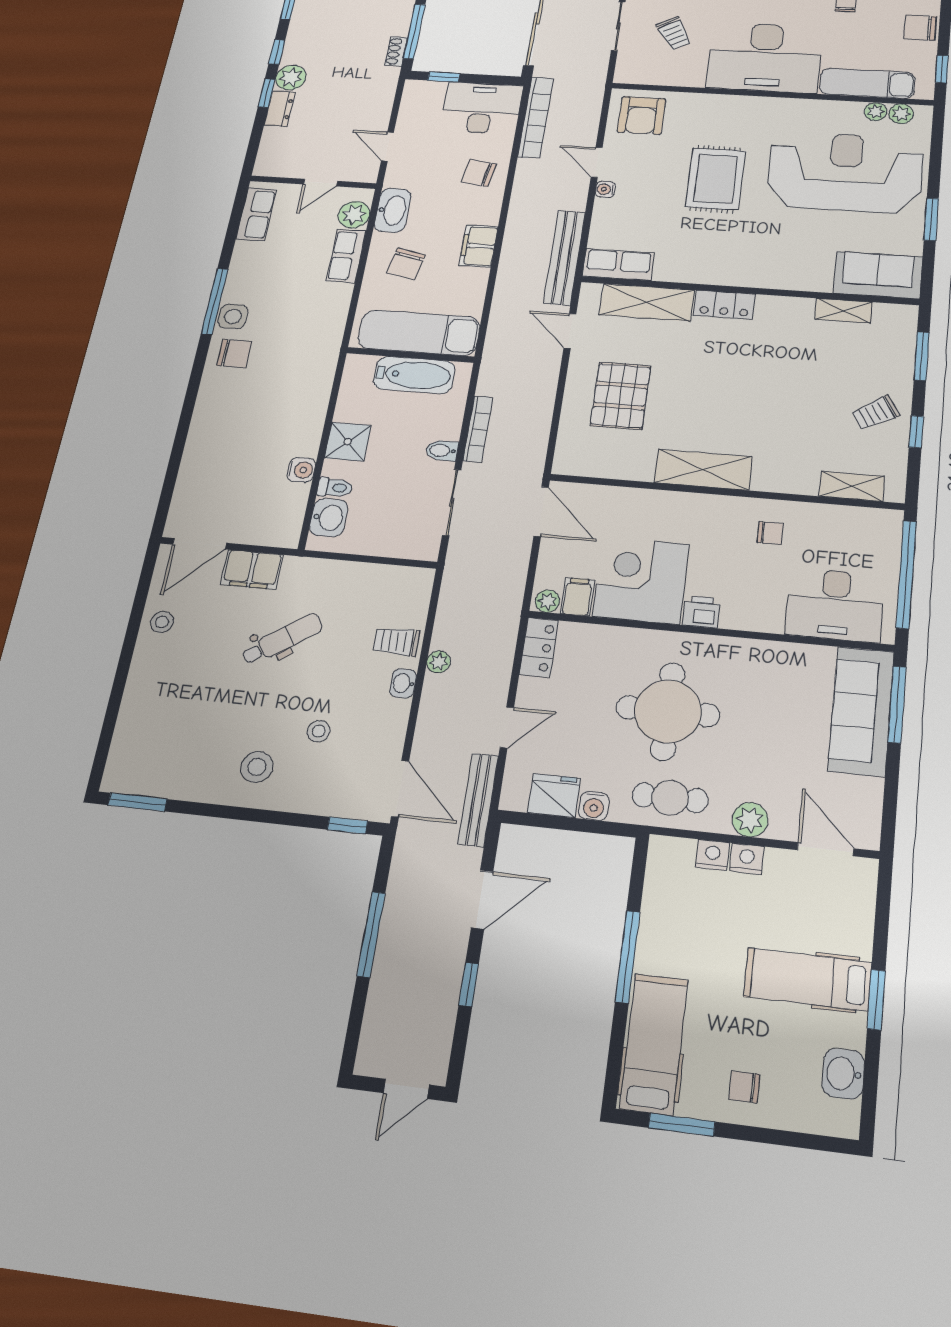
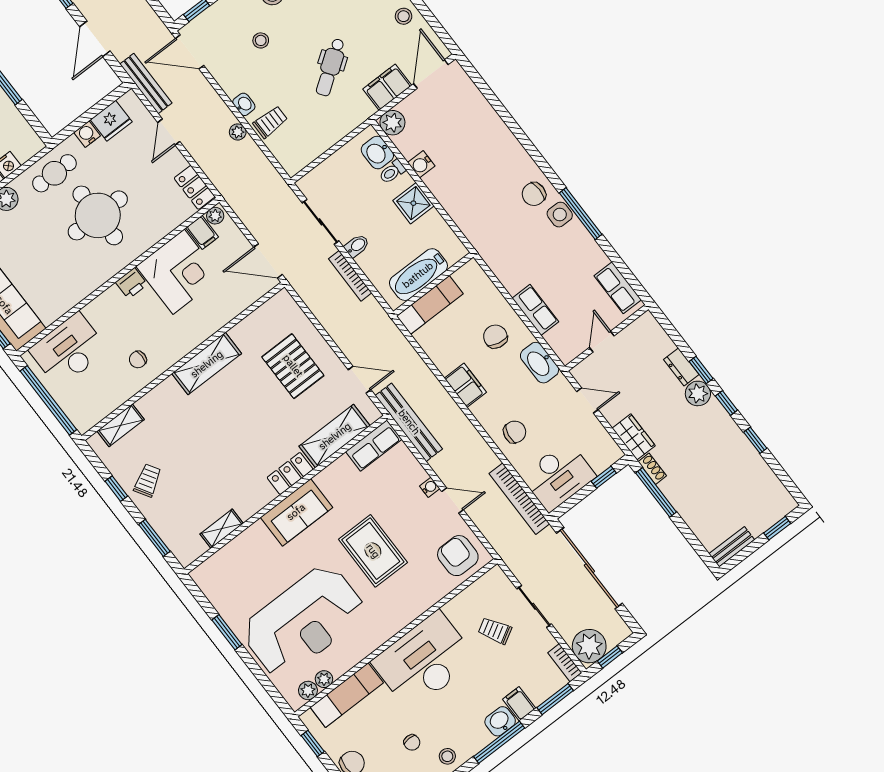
wardrobe: (383, 87) -> (634, 437), added
plant: (354, 215) -> (392, 123), moved
sofa: (878, 275) -> (296, 512), moved
exam couch: (419, 333) -> (430, 305), width x0.73, depth x0.69

